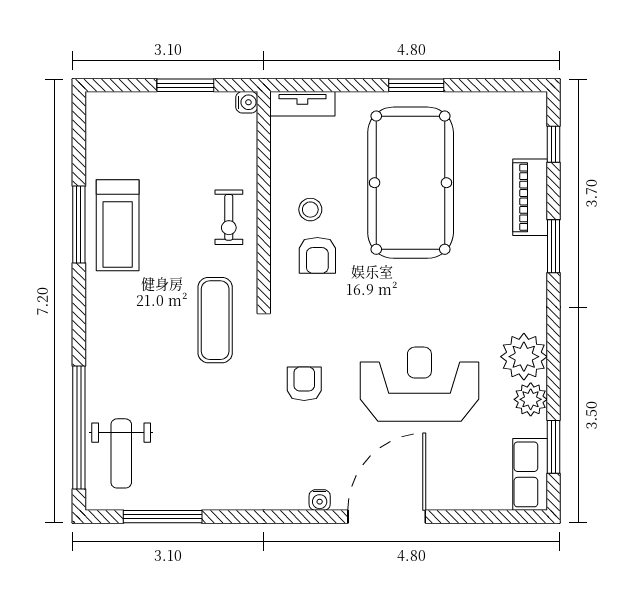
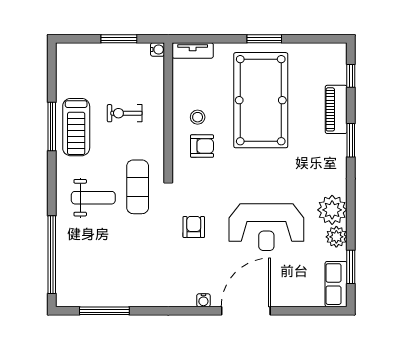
exercise bike: (229, 217) -> (125, 113), moved, turned 90
armchair: (317, 255) -> (202, 146), turned -90
reception desk: (419, 384) -> (266, 227), turned 180
weight bench: (121, 453) -> (93, 198), moved, turned -90

